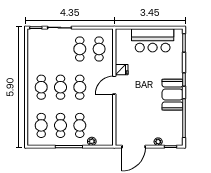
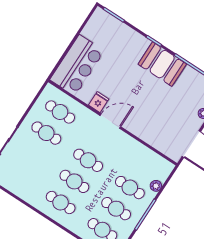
bar counter: (153, 40) -> (77, 65), moved
door: (114, 85) -> (110, 121), swing flipped

